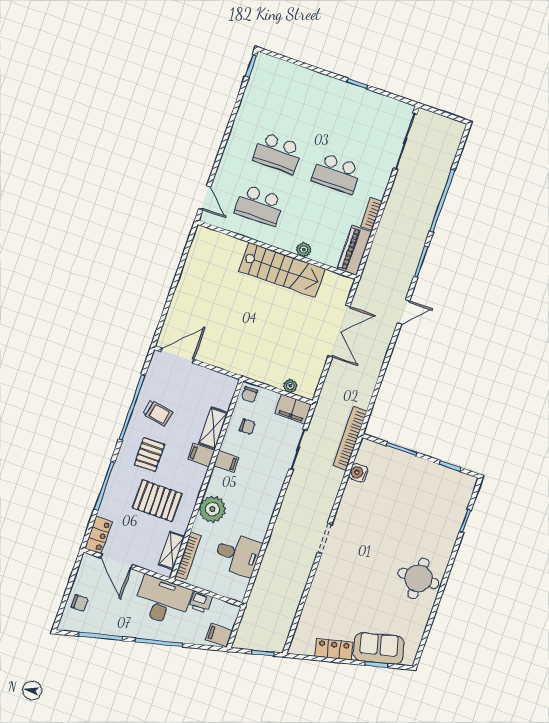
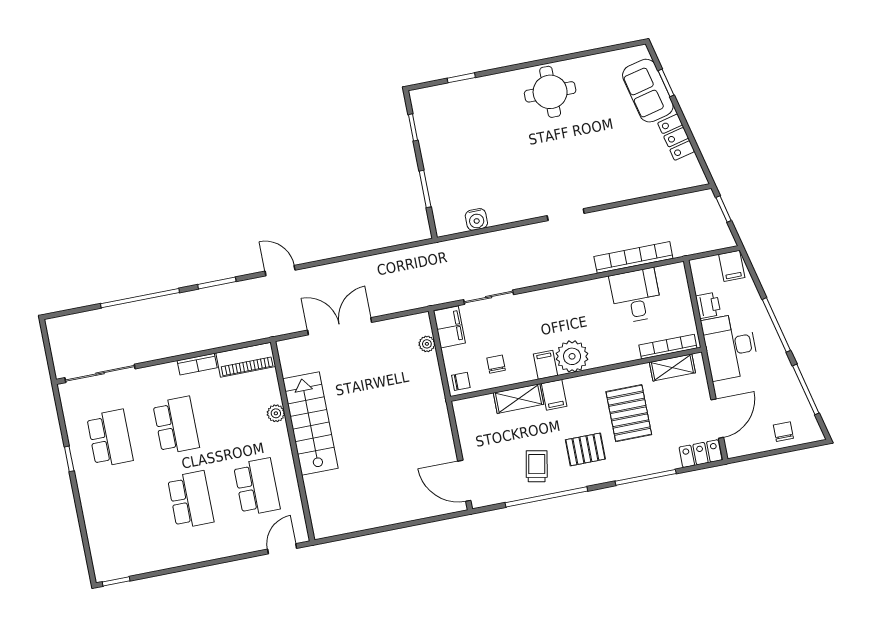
school desk: (355, 121) -> (110, 438), added
bookcase: (350, 438) -> (633, 257), moved, turned 180
plant: (212, 509) -> (572, 356), moved

